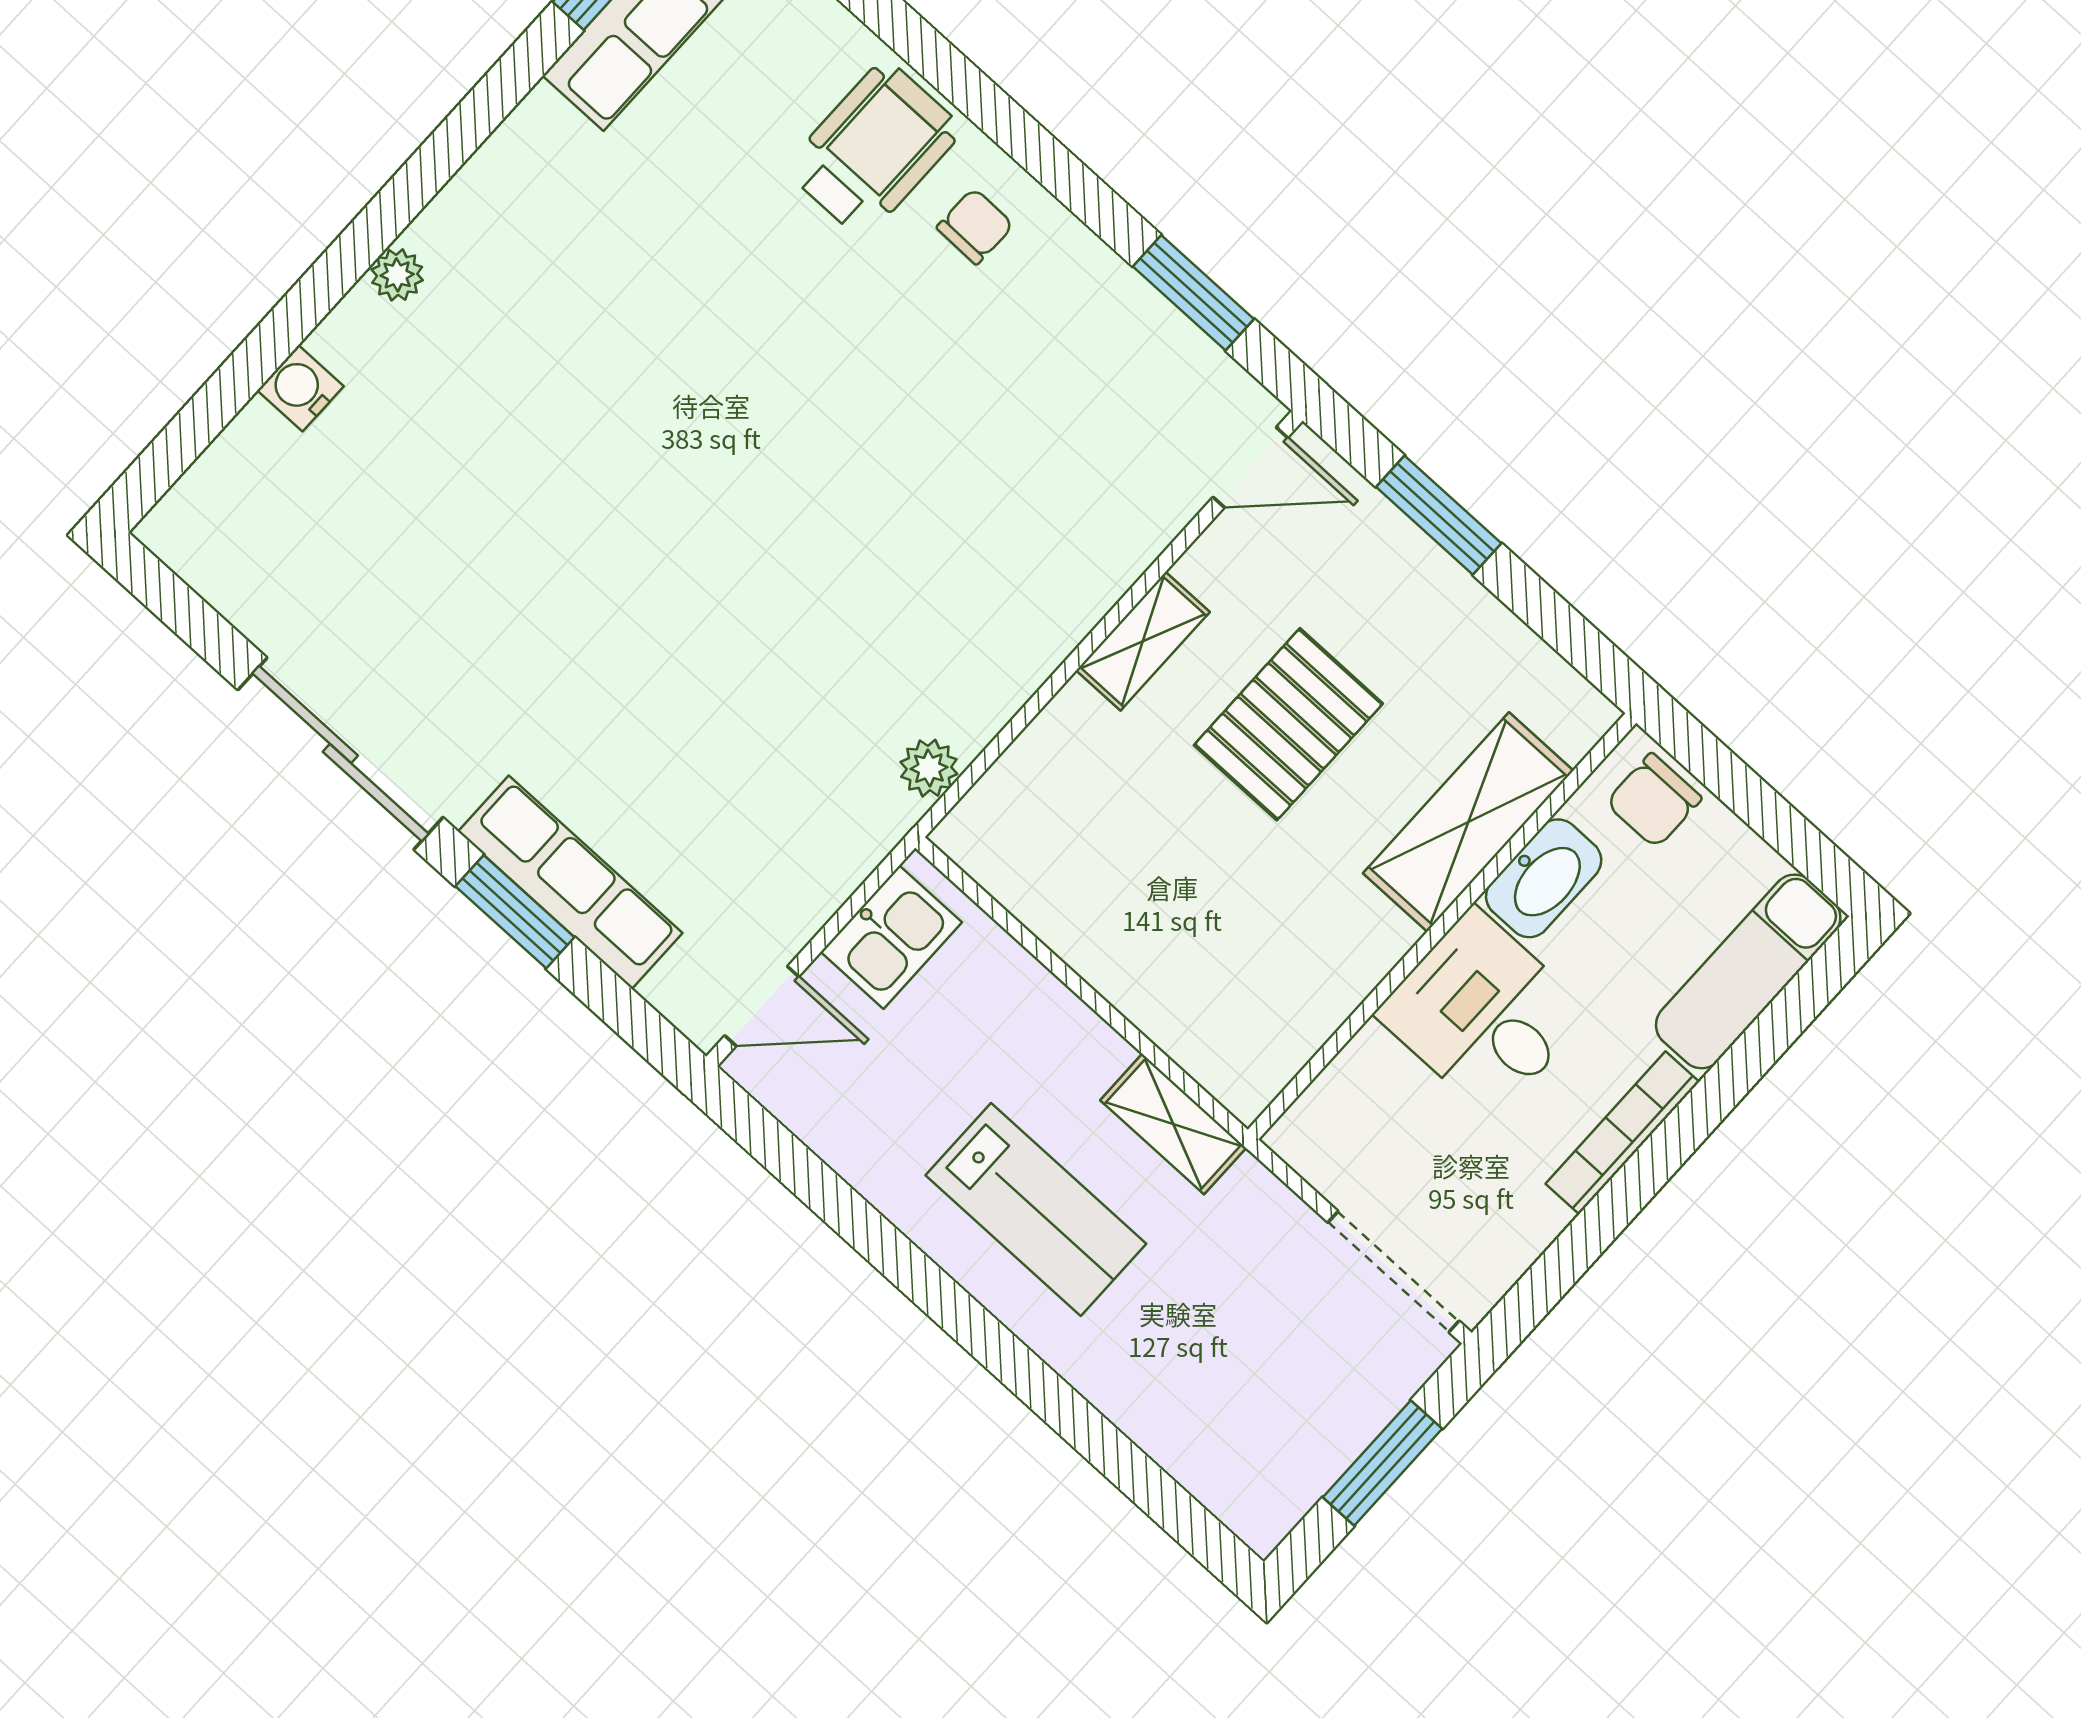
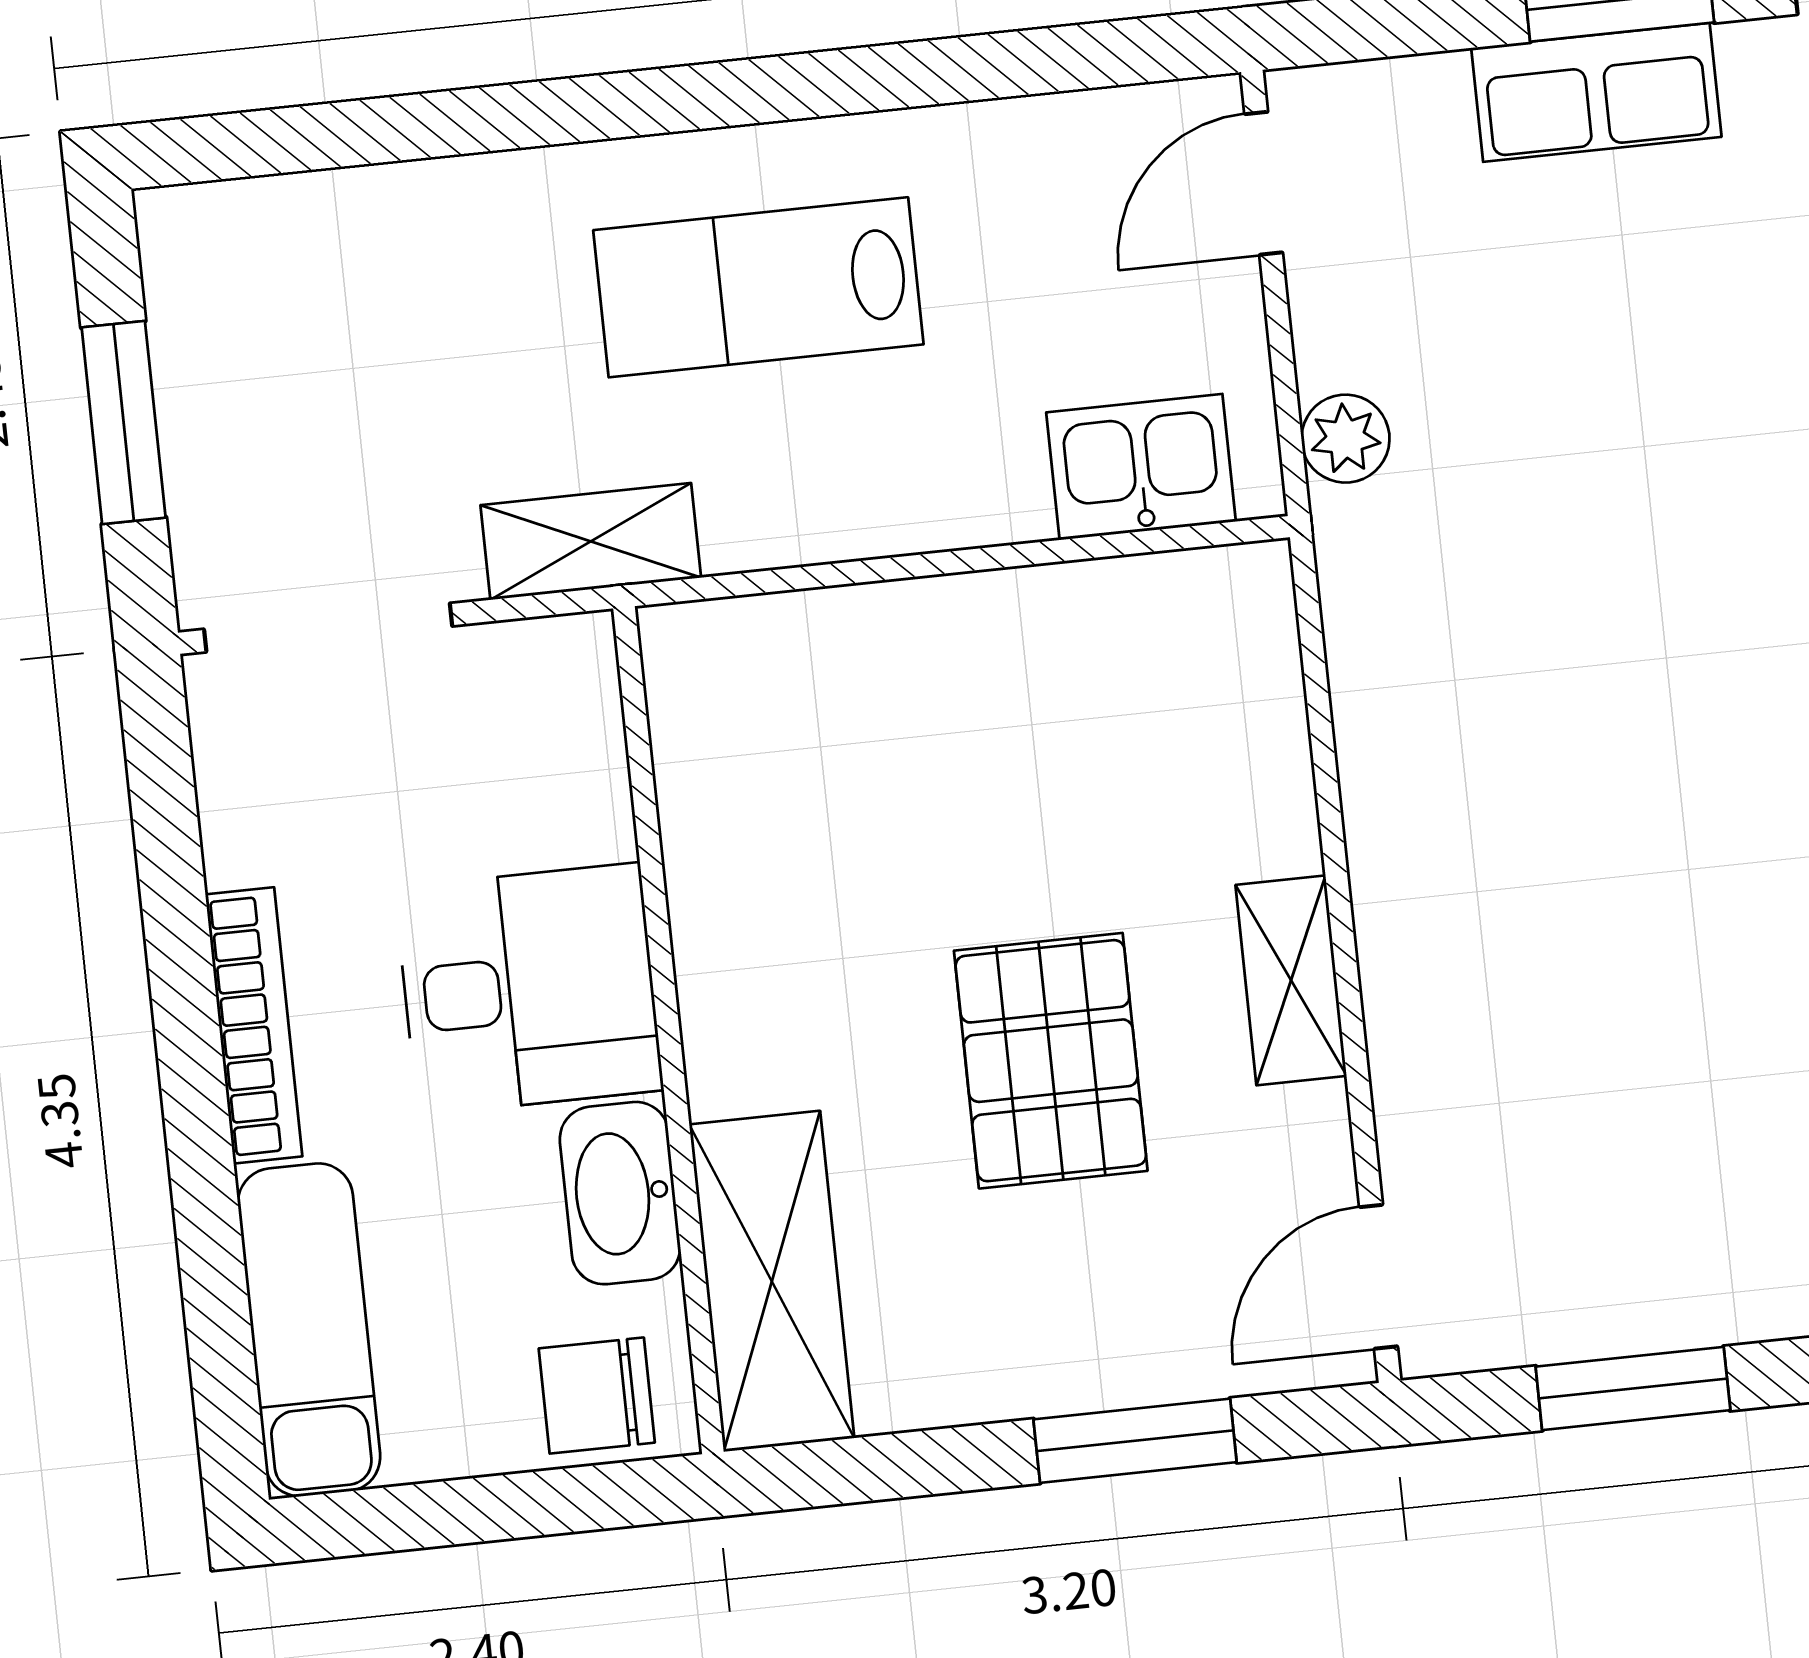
plant: (929, 768) -> (1345, 439), moved
chair: (1654, 801) -> (597, 1396), turned -90
shelving: (1468, 822) -> (772, 1281), moved
row of seats: (570, 882) -> (1596, 92), width x0.68
kitchen sink: (891, 937) -> (1141, 467), moved, turned 90
shelving: (1173, 1124) -> (591, 541), moved

